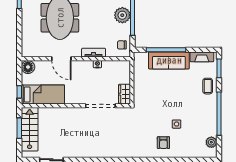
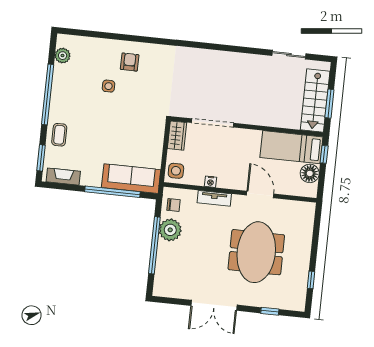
plant: (122, 15) -> (170, 230), moved
sofa: (169, 60) -> (131, 179), moved
floor lamp: (28, 67) -> (310, 173), moved
side table: (123, 69) -> (176, 171), added

